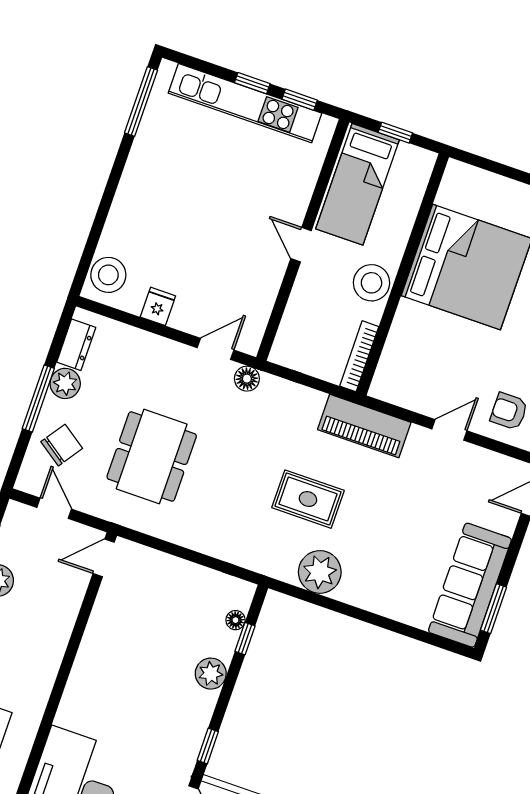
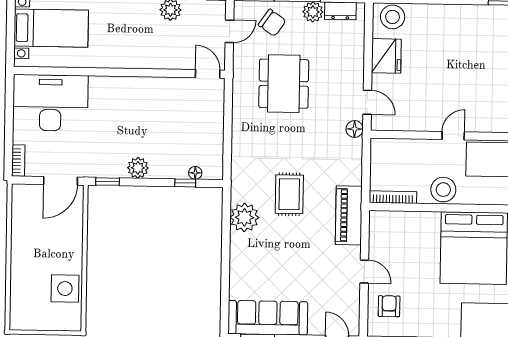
fridge: (158, 306) -> (386, 56), width x1.88, depth x1.34
dining table: (152, 457) -> (284, 84), turned 90
plant: (211, 674) -> (138, 168), moved

